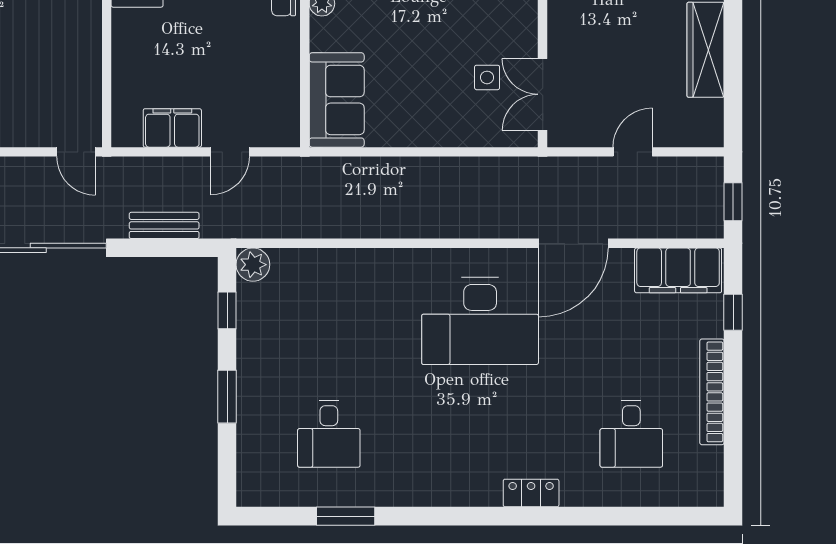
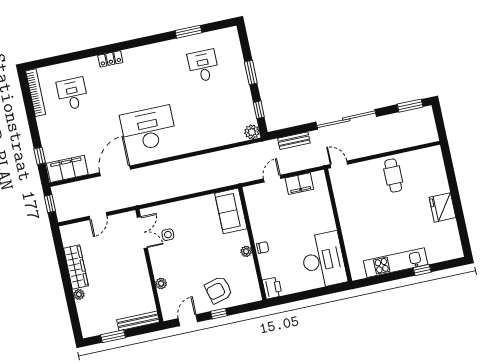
bookcase: (712, 392) -> (36, 93), moved

